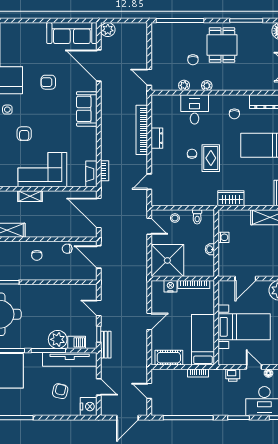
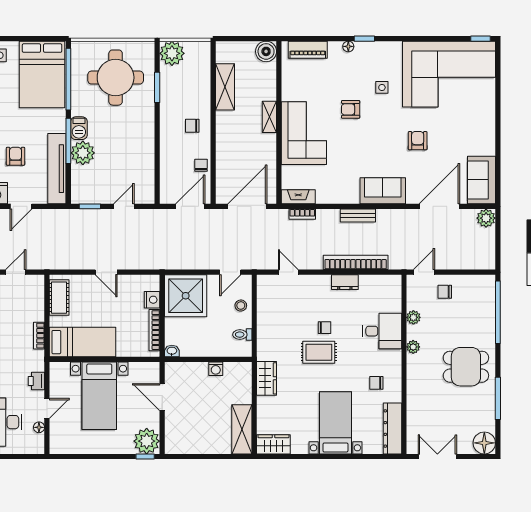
sofa: (72, 33) -> (482, 180), width x0.73
chair: (193, 60) -> (445, 292), moved
washbasin: (210, 249) -> (172, 351), moved
barbecue: (77, 342) -> (79, 128), moved
bench: (106, 345) -> (358, 216), moved
armchair: (60, 391) -> (15, 156), turned -103

